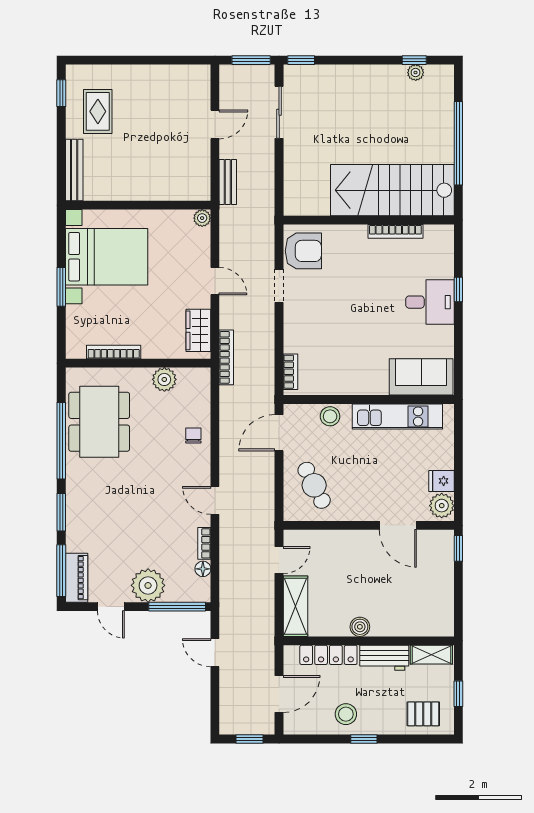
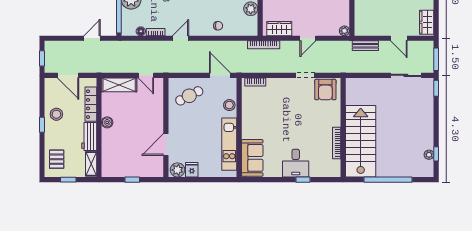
wardrobe: (187, 76) -> (427, 22), added
window: (458, 548) -> (132, 180), moved

